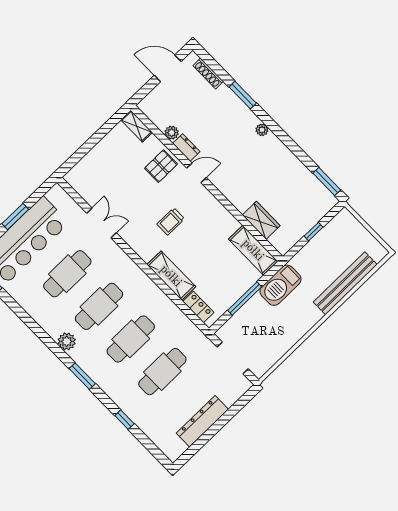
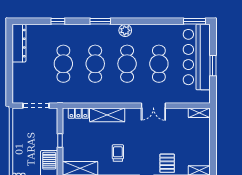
shelving: (77, 184) -> (199, 113), added
trolley: (171, 221) -> (118, 153), moved
double door: (101, 223) -> (153, 106), moved
window: (245, 299) -> (60, 141), width x0.46
dresser: (202, 421) -> (19, 43), moved

